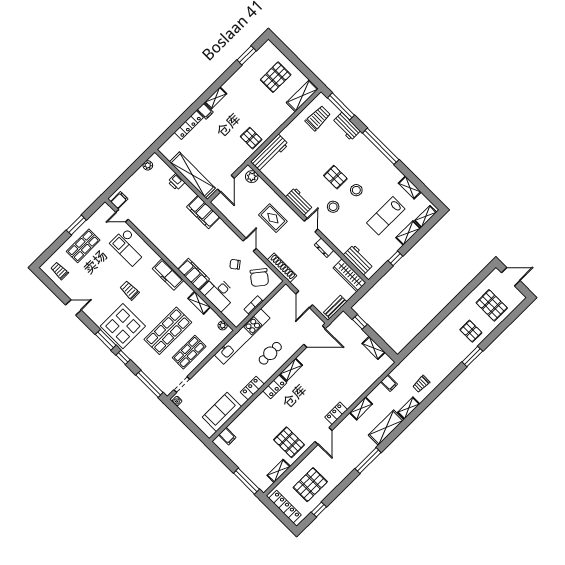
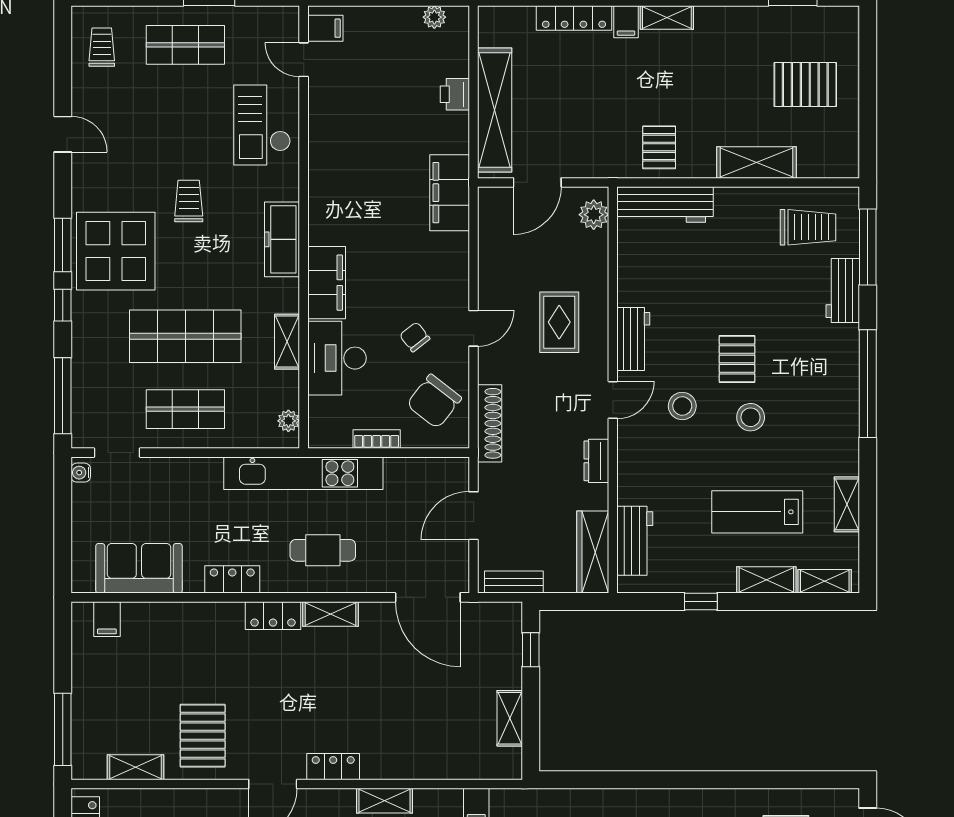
shelving: (302, 96) -> (756, 162), moved

